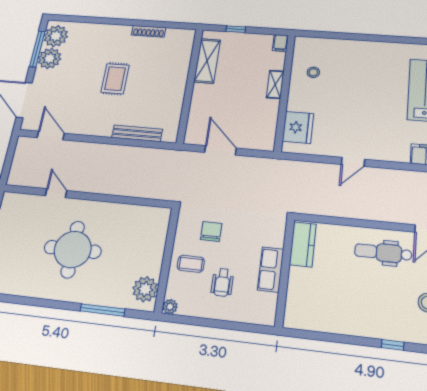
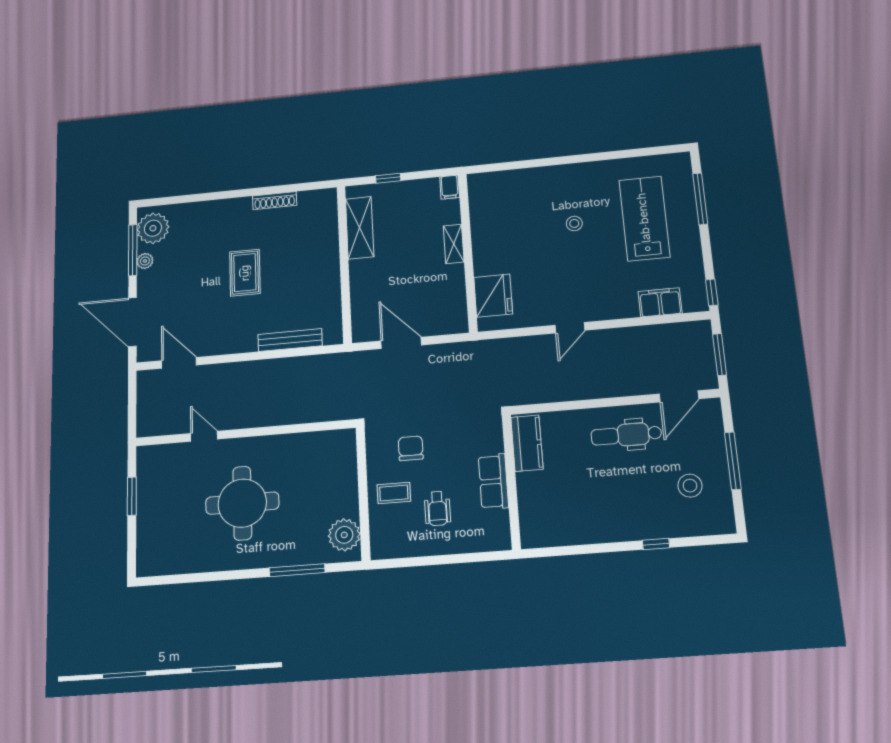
plant: (50, 58) -> (145, 261), width x0.53, depth x0.53
stool: (313, 72) -> (574, 223), moved
plant: (170, 307) -> (379, 550), removed

